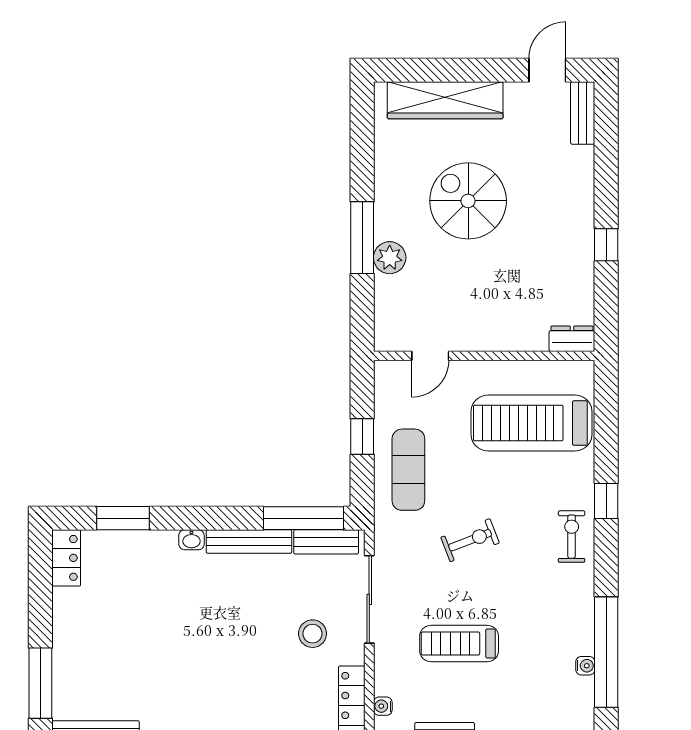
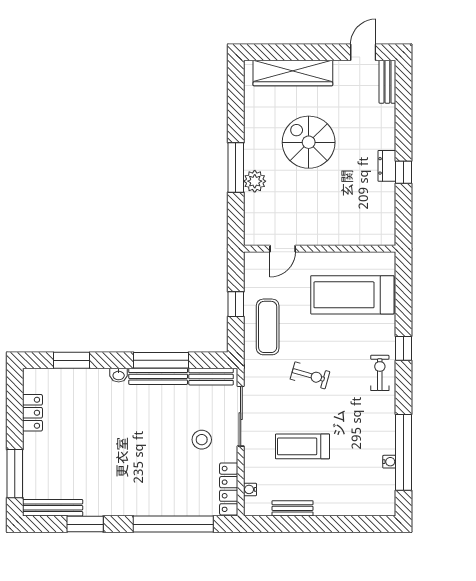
dresser: (572, 339) -> (387, 166), moved, turned -90
window: (303, 518) -> (161, 360), moved
exercise bike: (470, 540) -> (310, 375), turned 37
locker: (66, 558) -> (32, 413), moved

